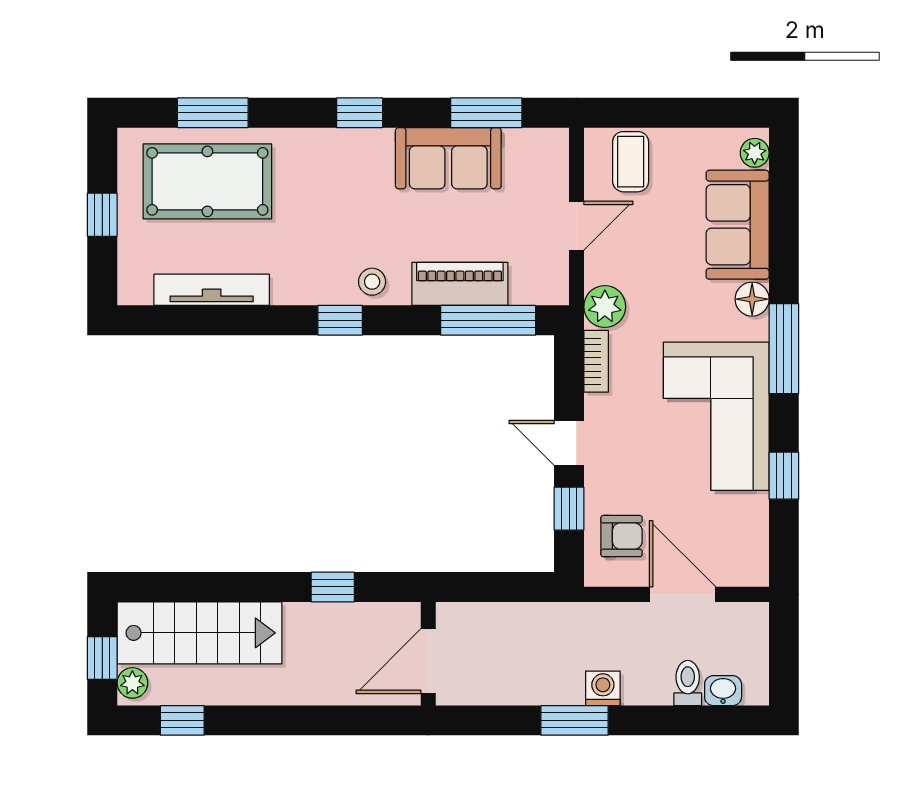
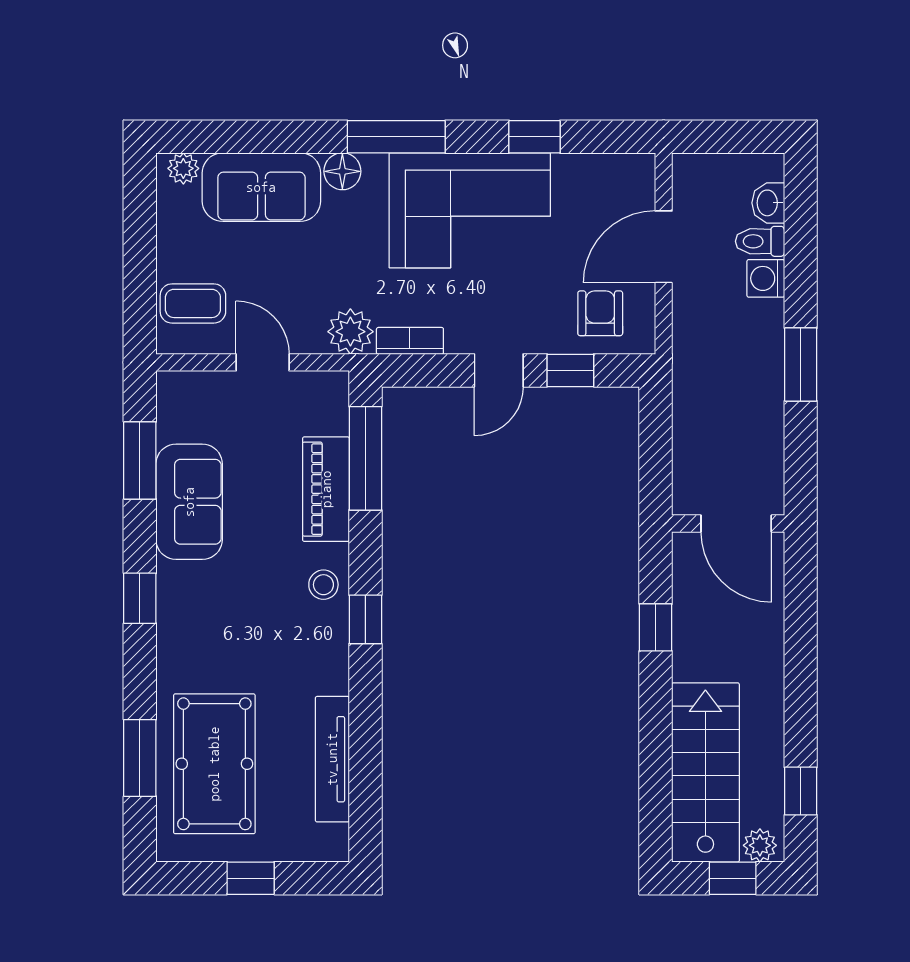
washing machine: (603, 688) -> (766, 278), moved

